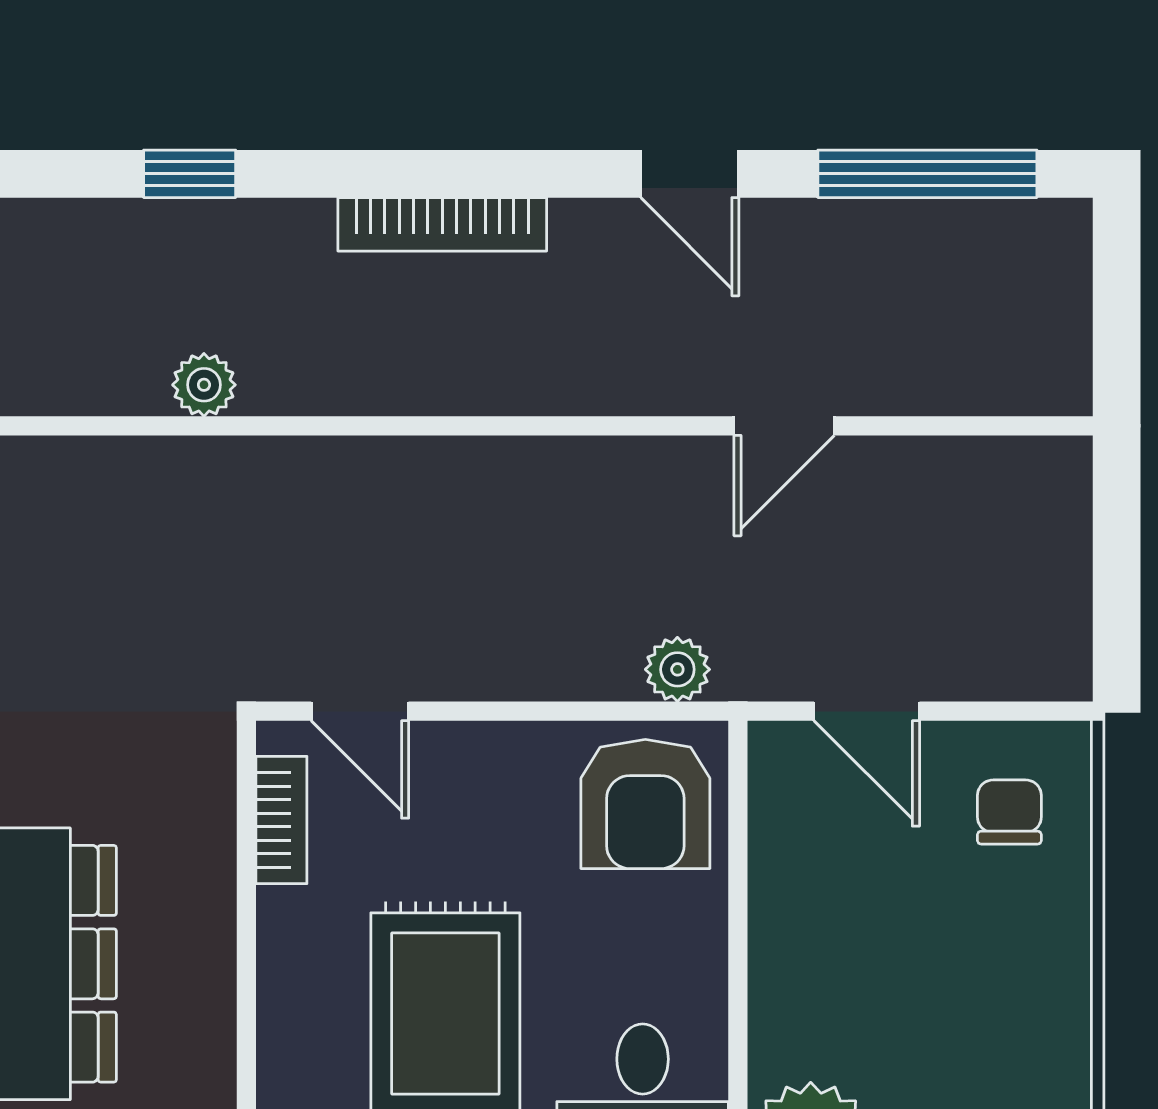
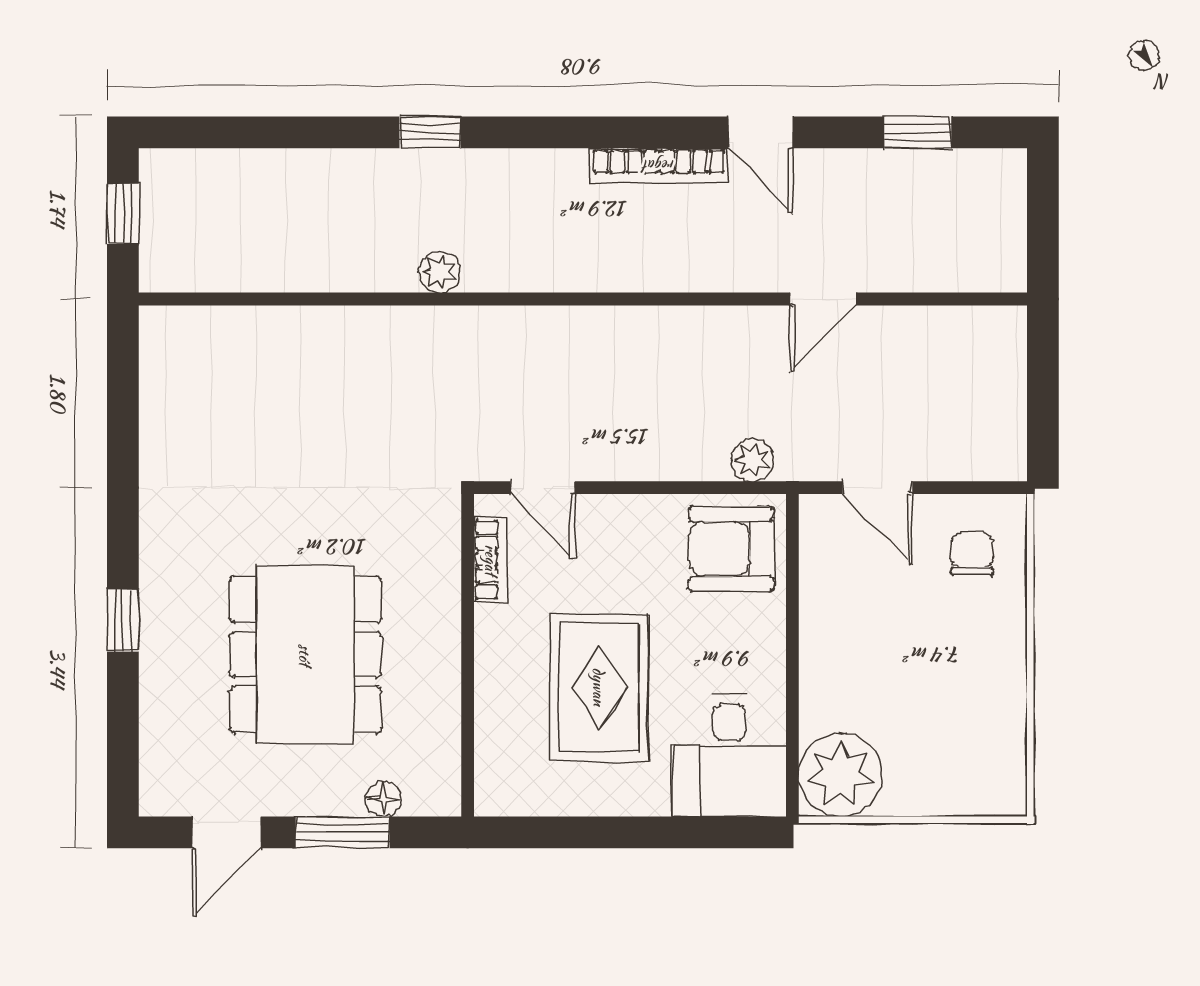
window: (927, 174) -> (918, 132), width x0.46
bookcase: (442, 224) -> (659, 166), moved
armchair: (645, 804) -> (731, 549), turned 90

